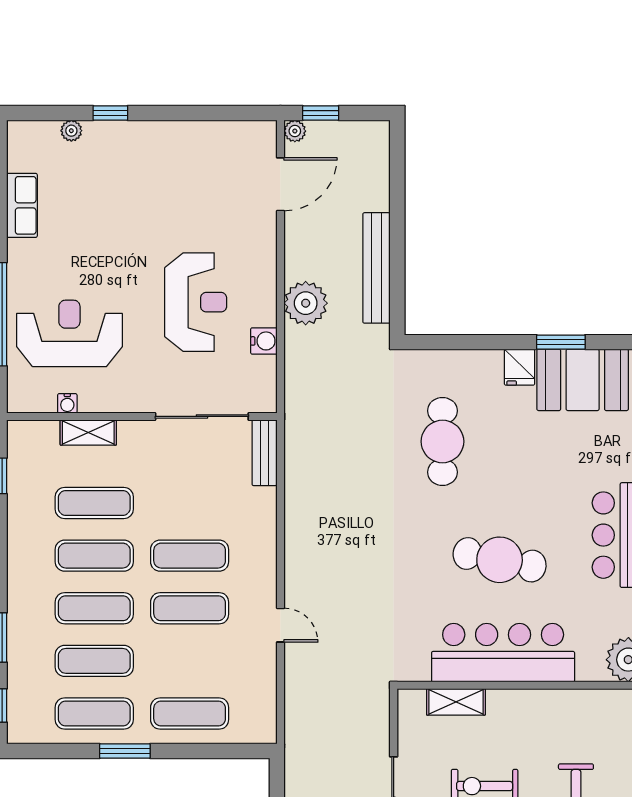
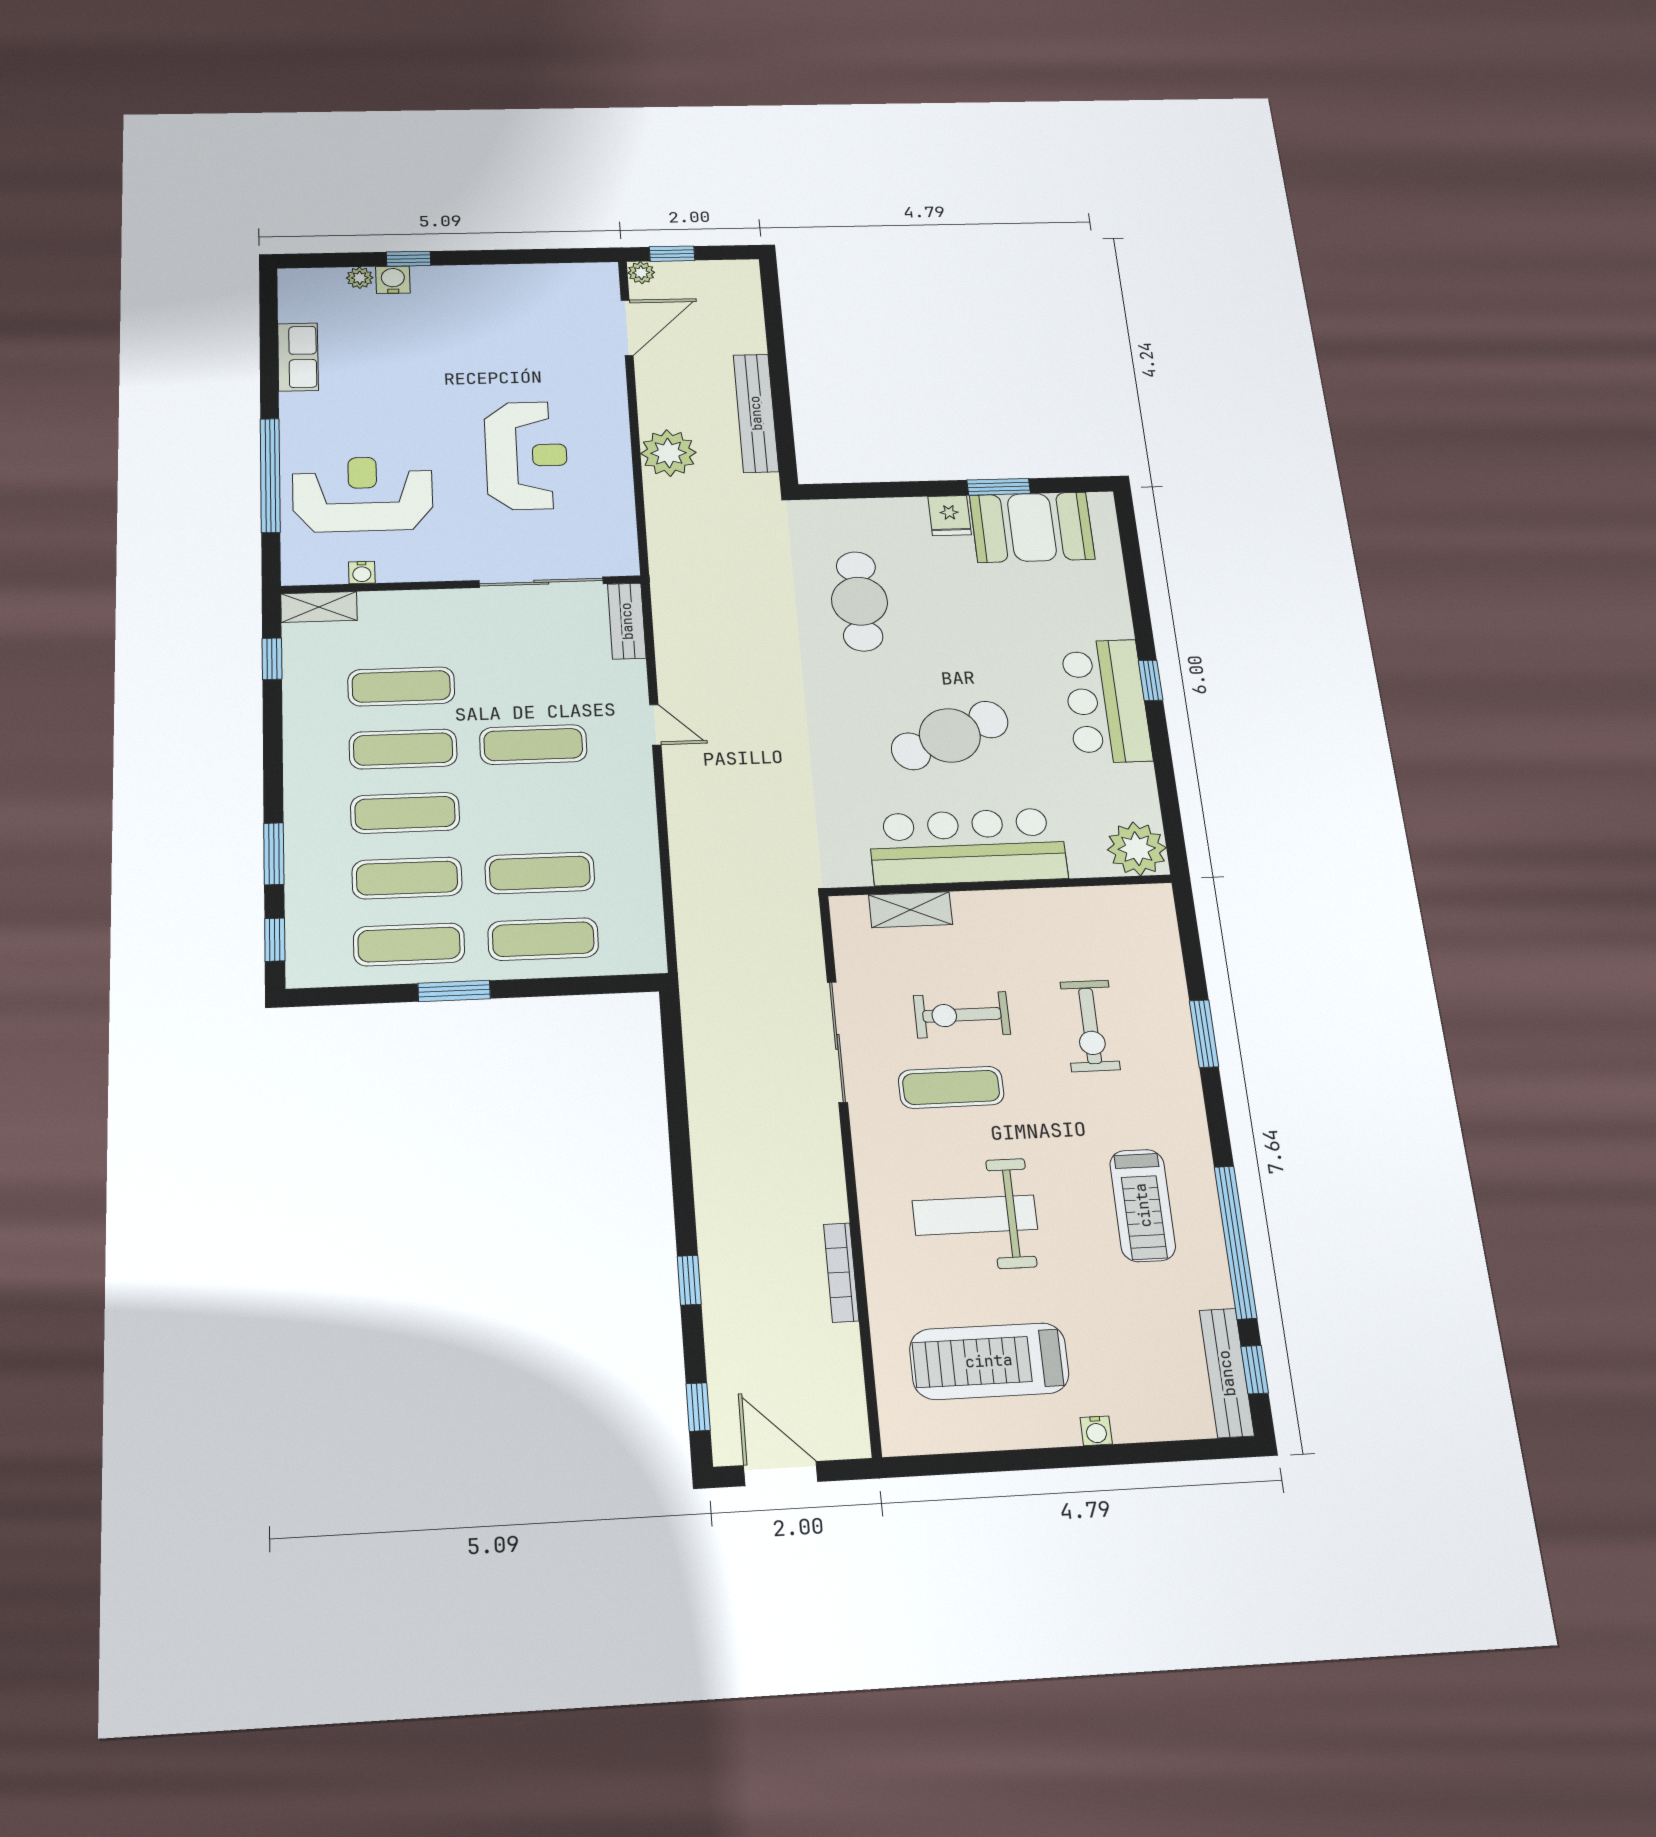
water cooler: (264, 341) -> (393, 280), moved, turned -90
shelving: (88, 433) -> (319, 607), moved
cafe table: (500, 560) -> (950, 735), turned -33
exercise mat: (190, 608) -> (540, 873), moved
door: (281, 625) -> (655, 725), moved

